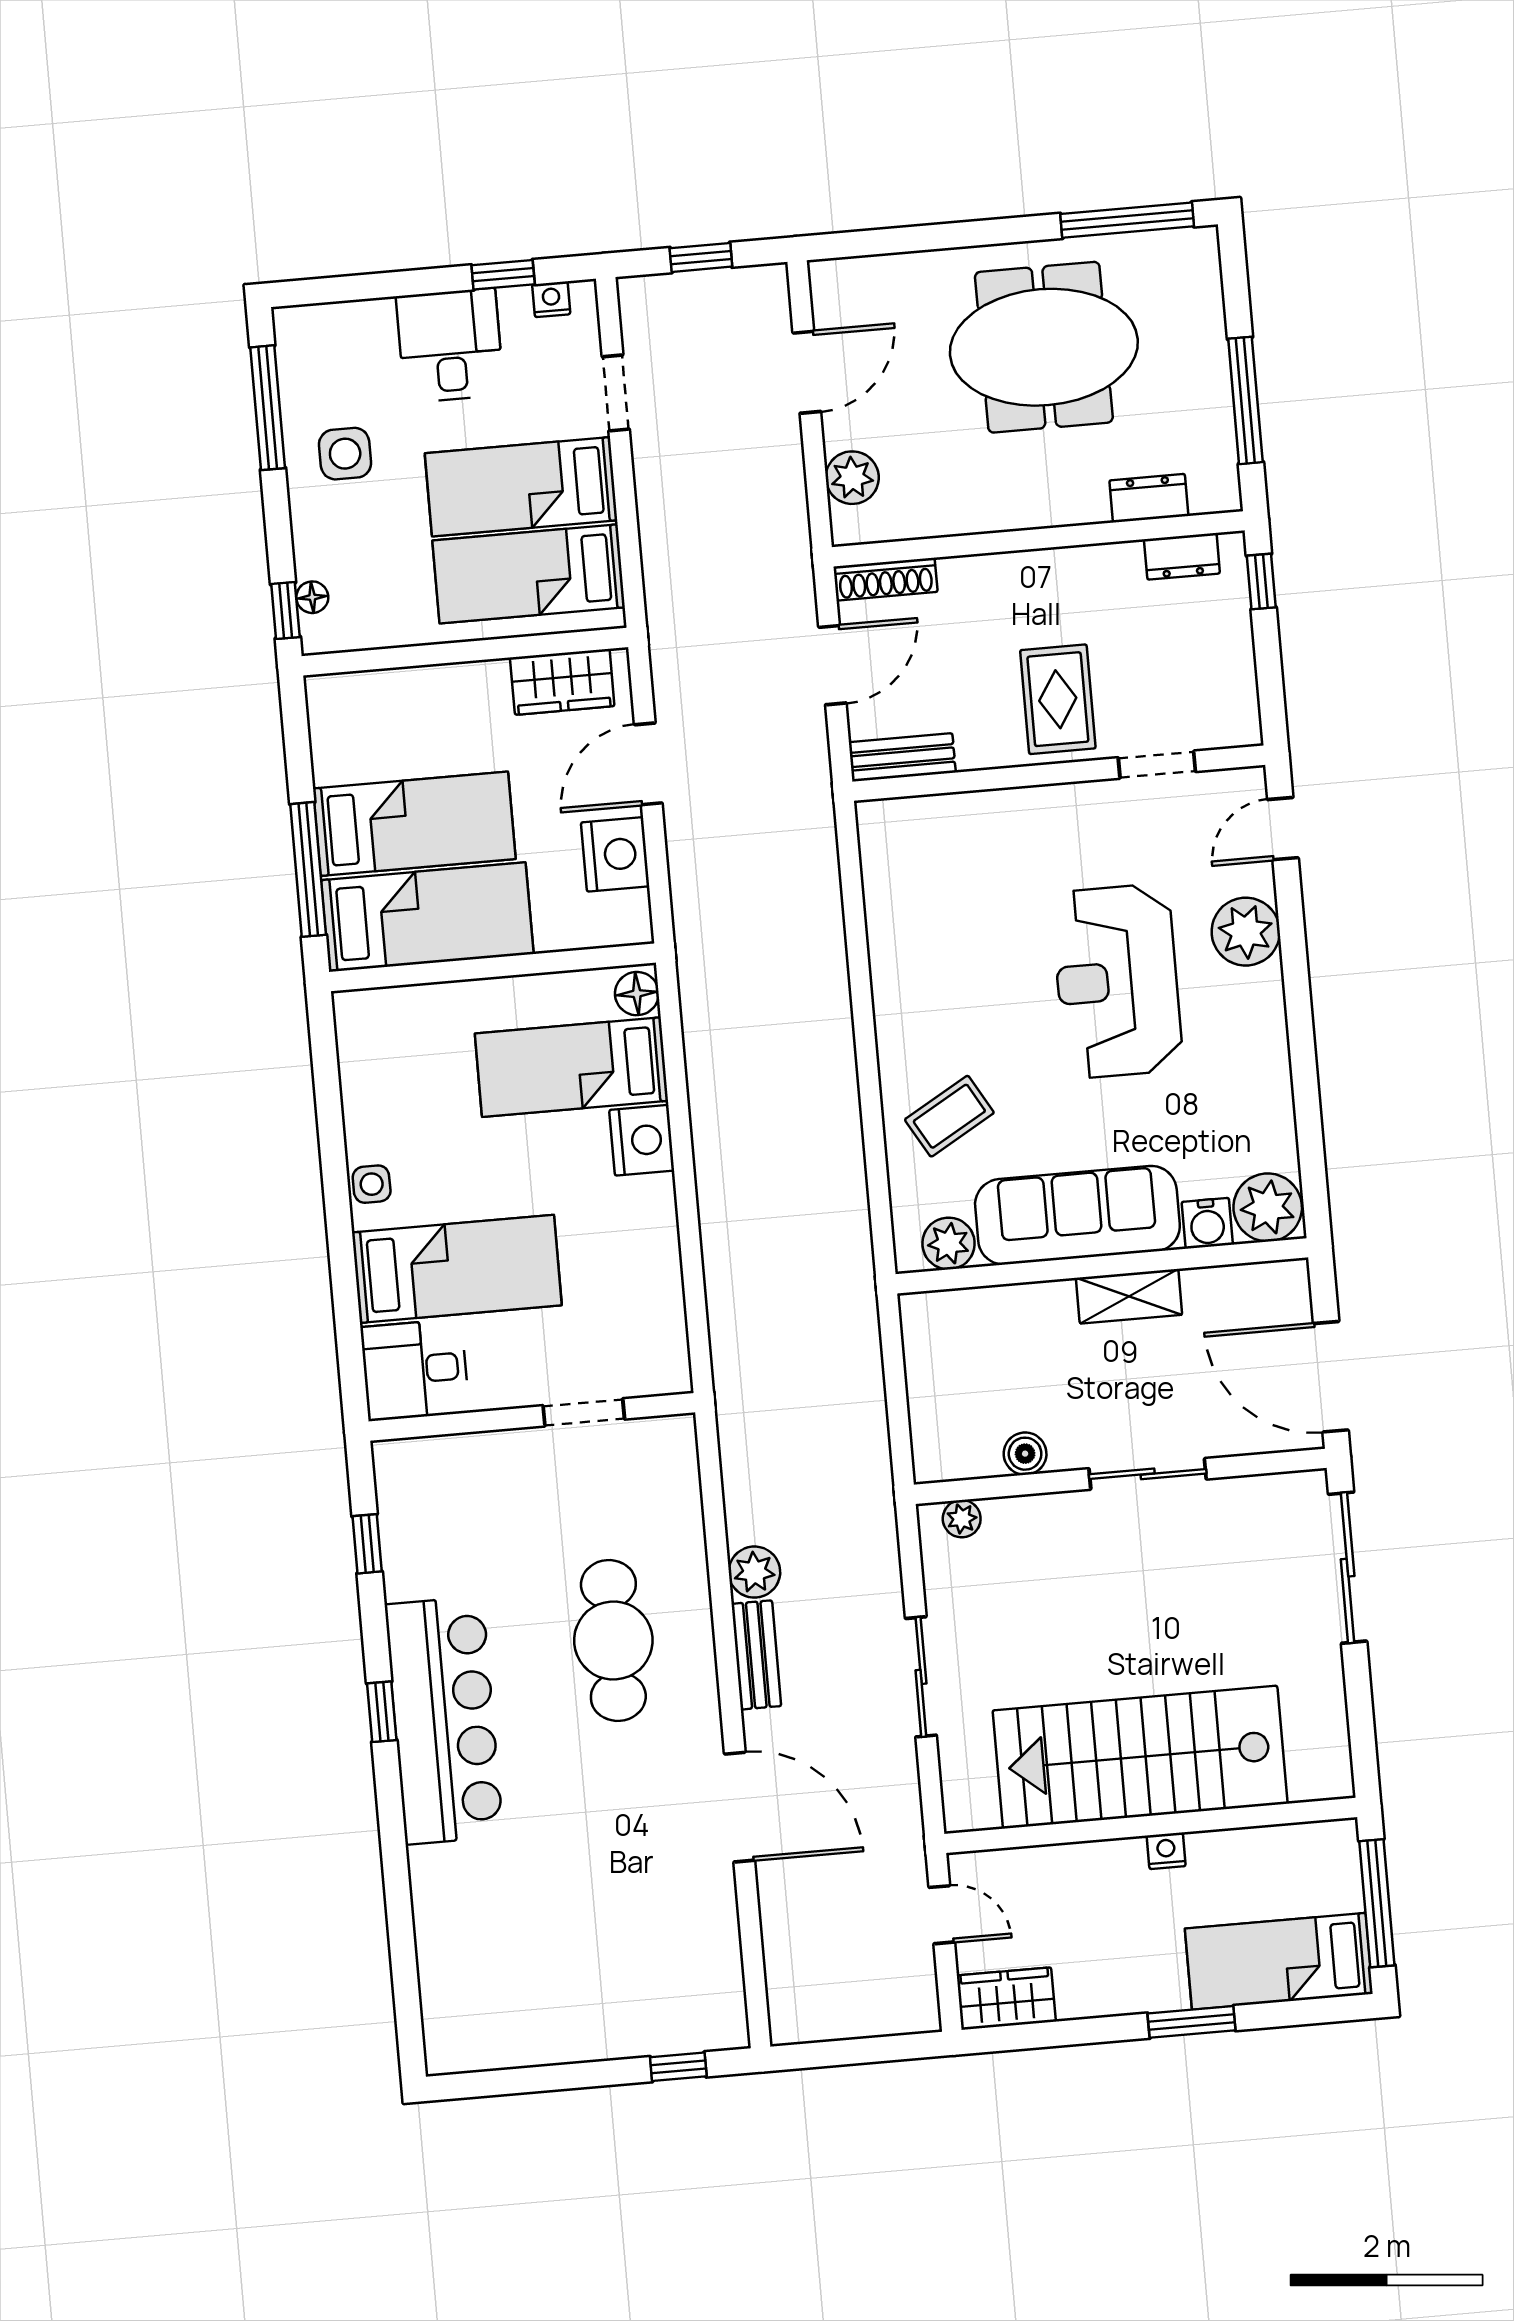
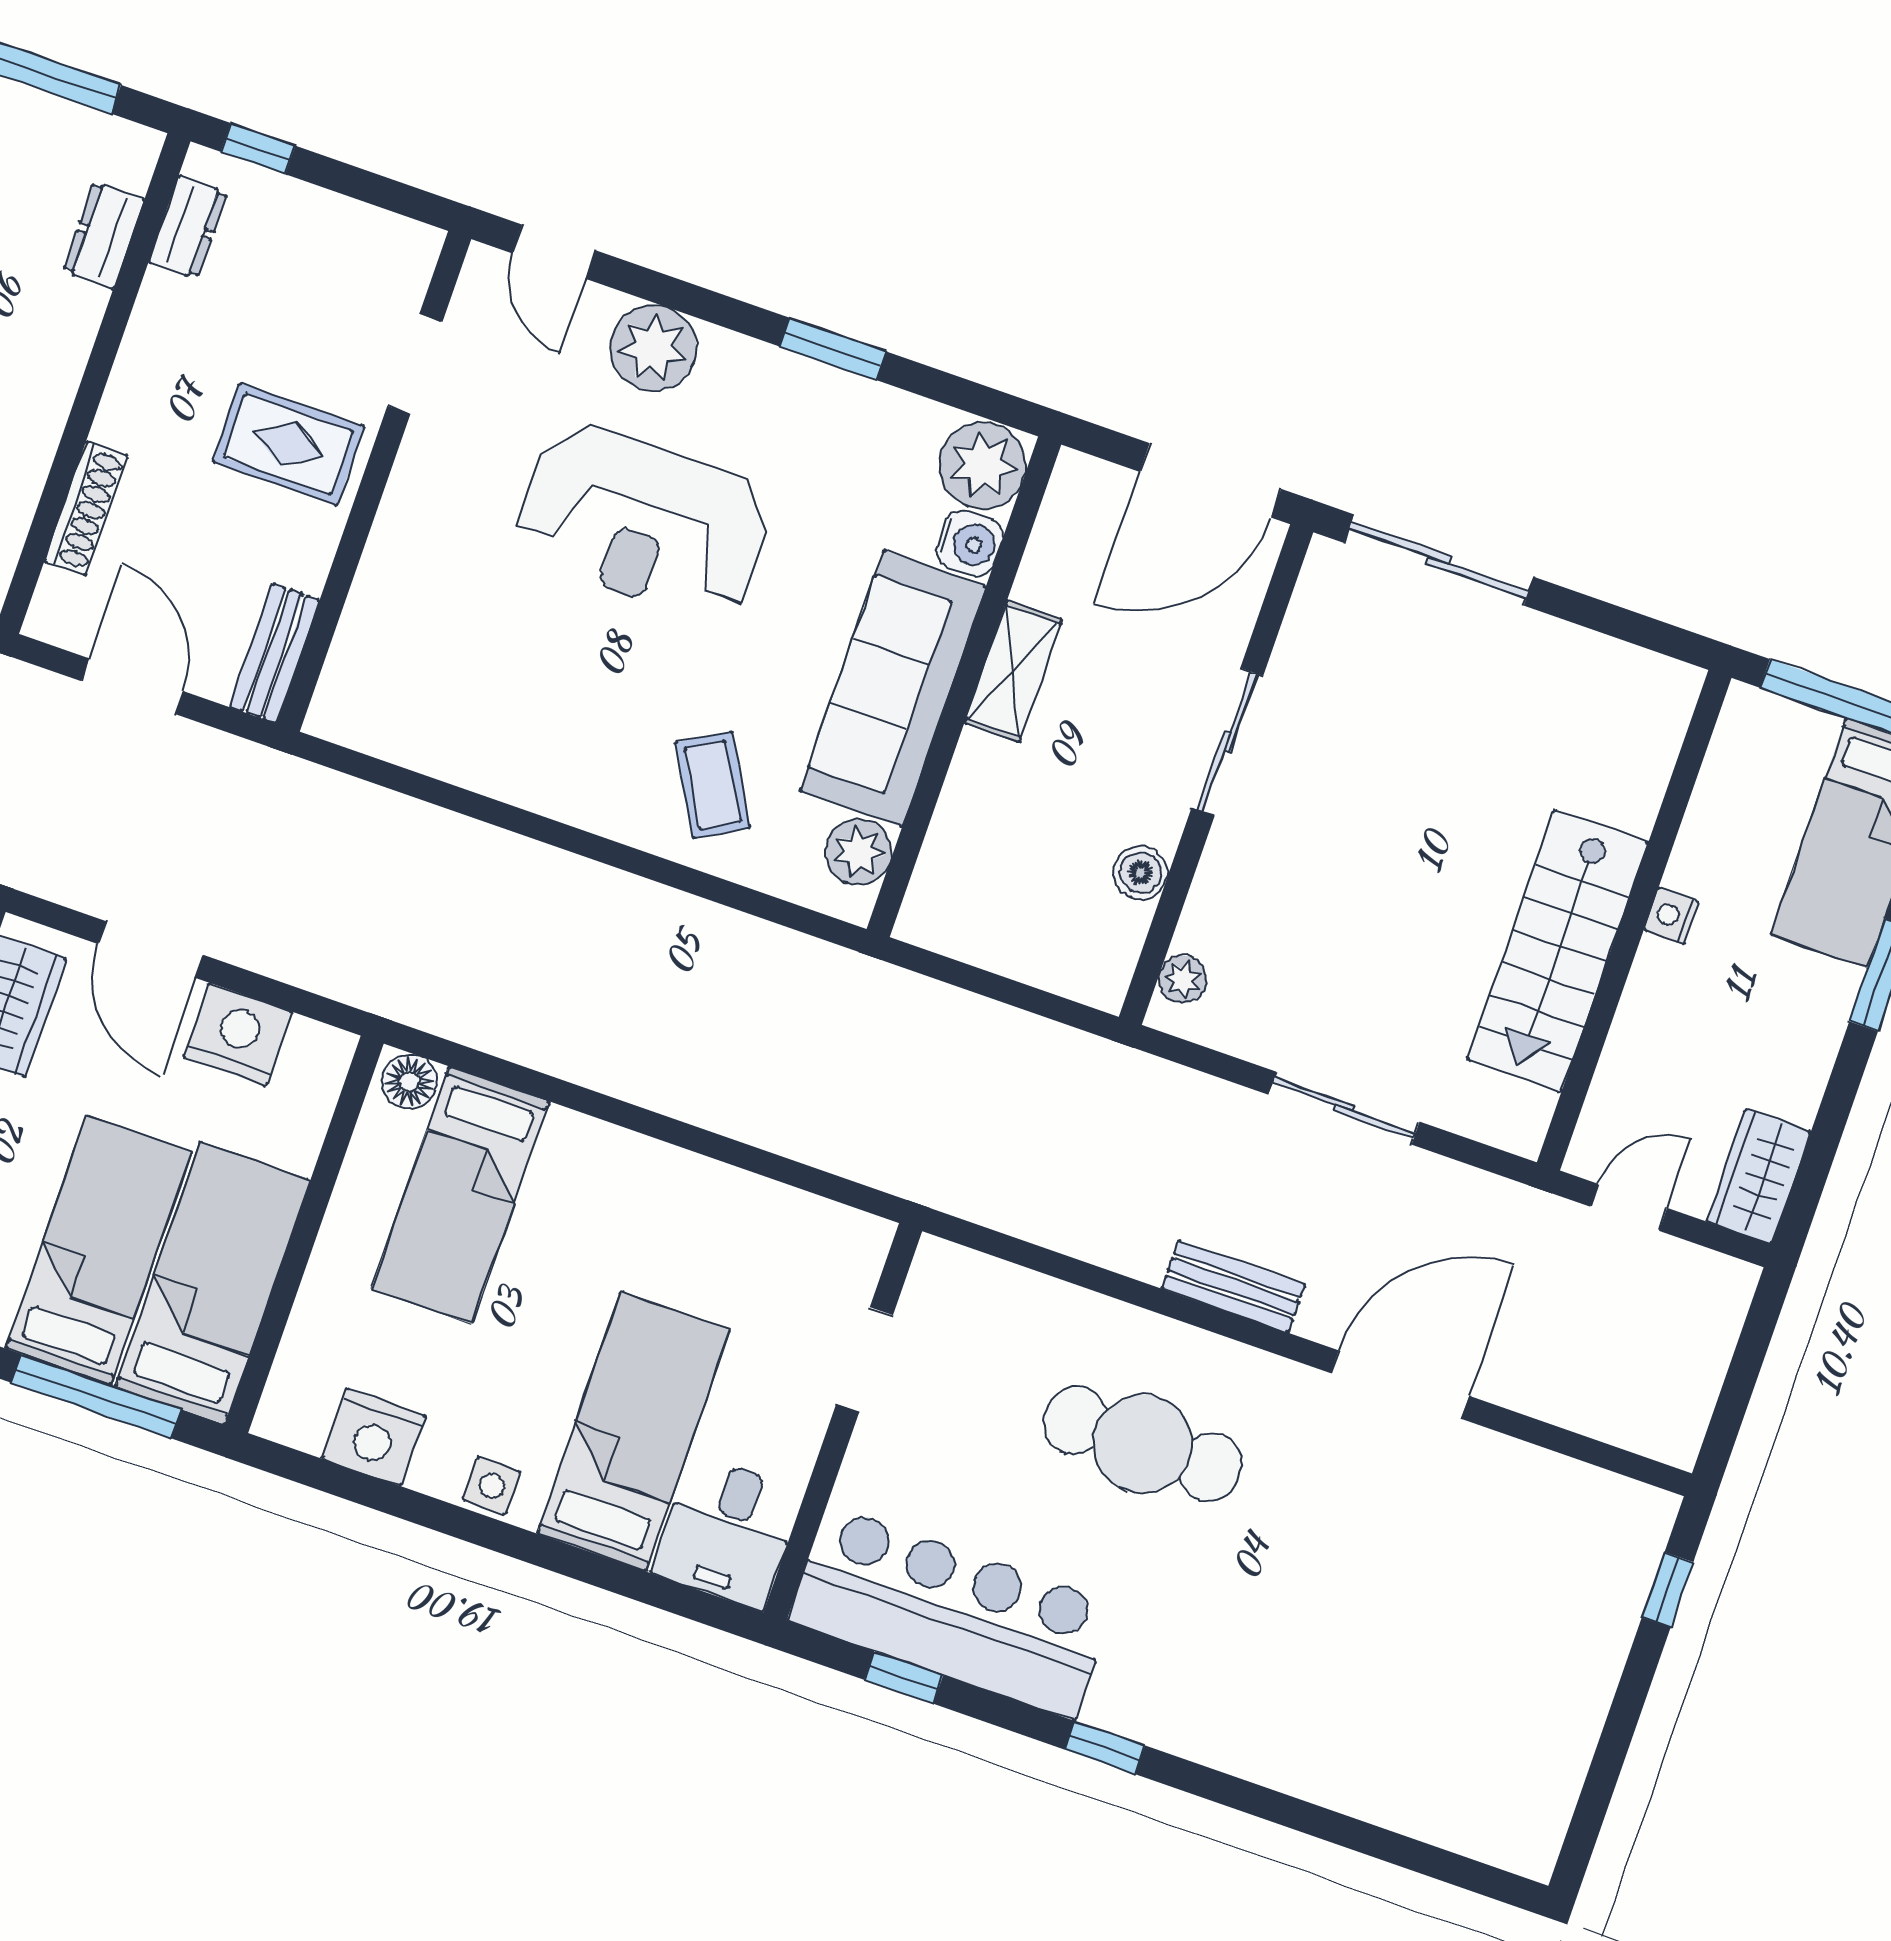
shoe rack: (885, 579) -> (86, 508), moved
window: (1303, 1062) -> (833, 349), added
nightstand: (642, 1140) -> (374, 1437), moved, turned 180
plant: (754, 1572) -> (1137, 1246), removed
bar counter: (444, 1720) -> (951, 1612), moved
stairs: (1140, 1757) -> (1558, 951), width x0.73, depth x0.66

